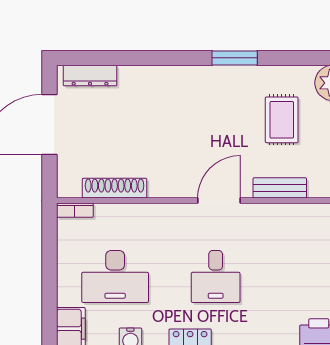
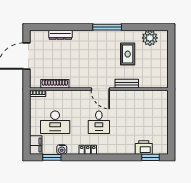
window: (235, 58) -> (107, 27), width x1.44
dresser: (90, 76) -> (60, 35), moved
door: (219, 200) -> (100, 89), swing flipped

